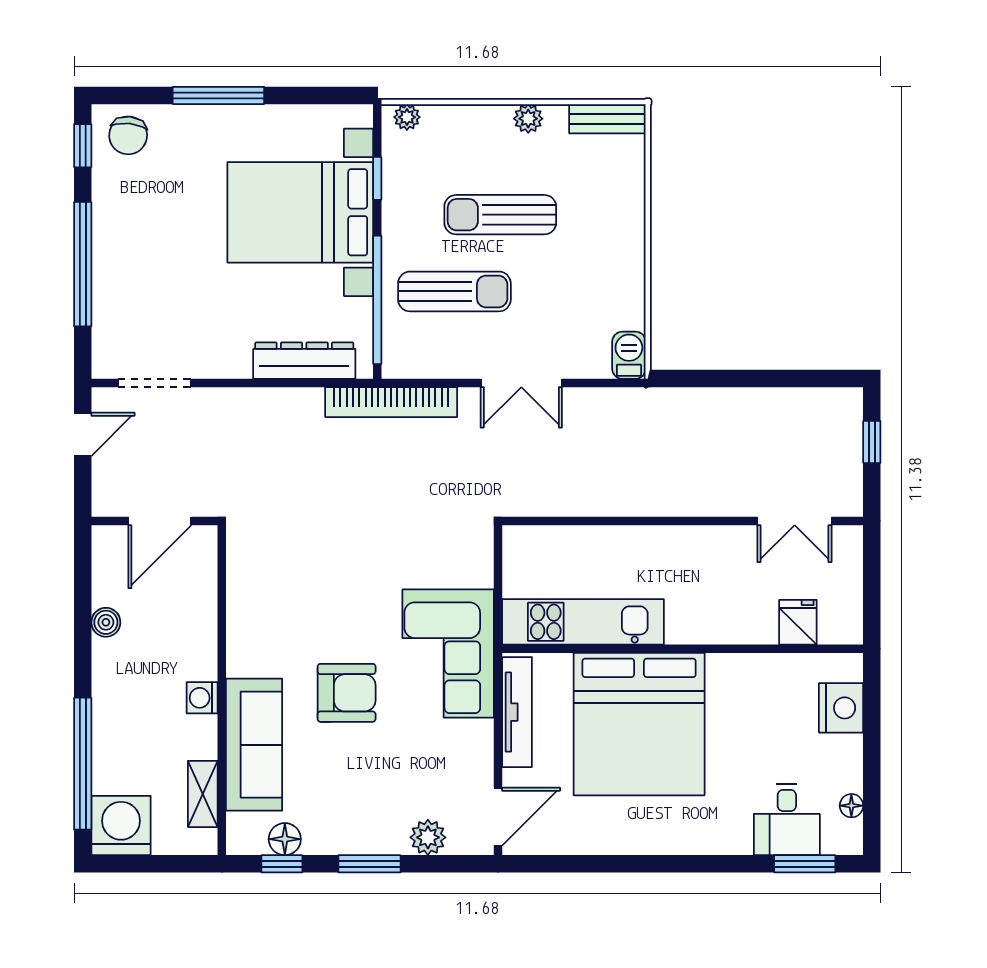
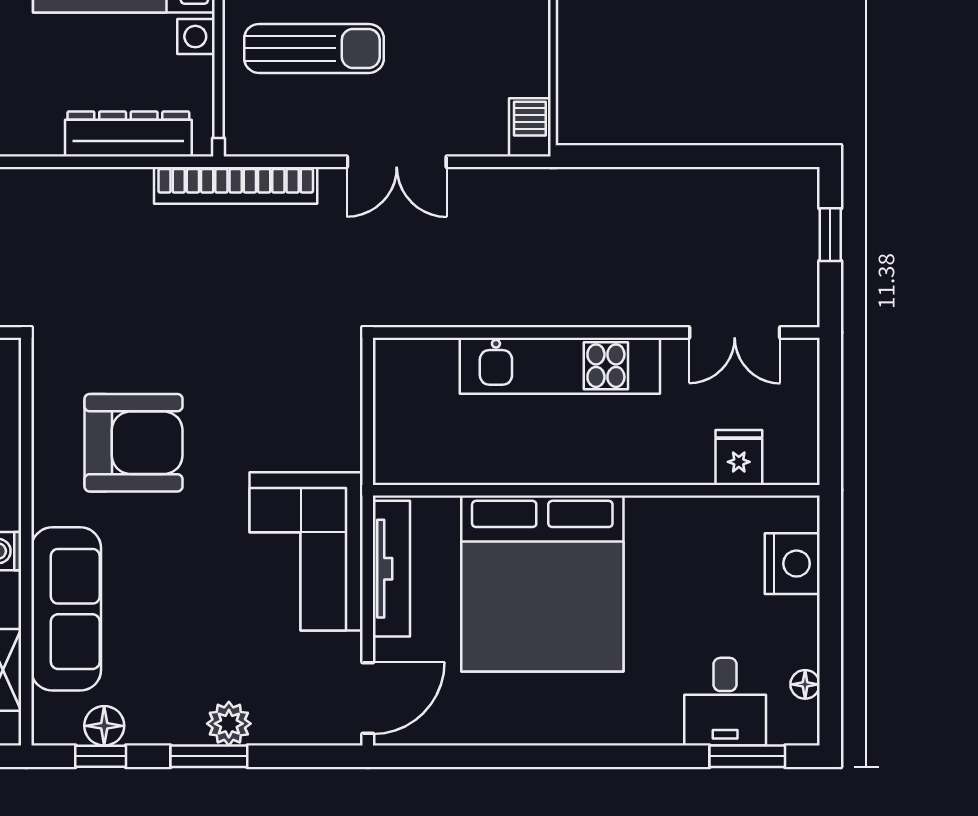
kitchen unit: (583, 622) -> (560, 366), moved, turned 180
corner sofa: (448, 654) -> (306, 551), moved
armchair: (347, 693) -> (133, 443), moved, width x1.36, depth x1.36
plant: (428, 837) -> (229, 724), moved

